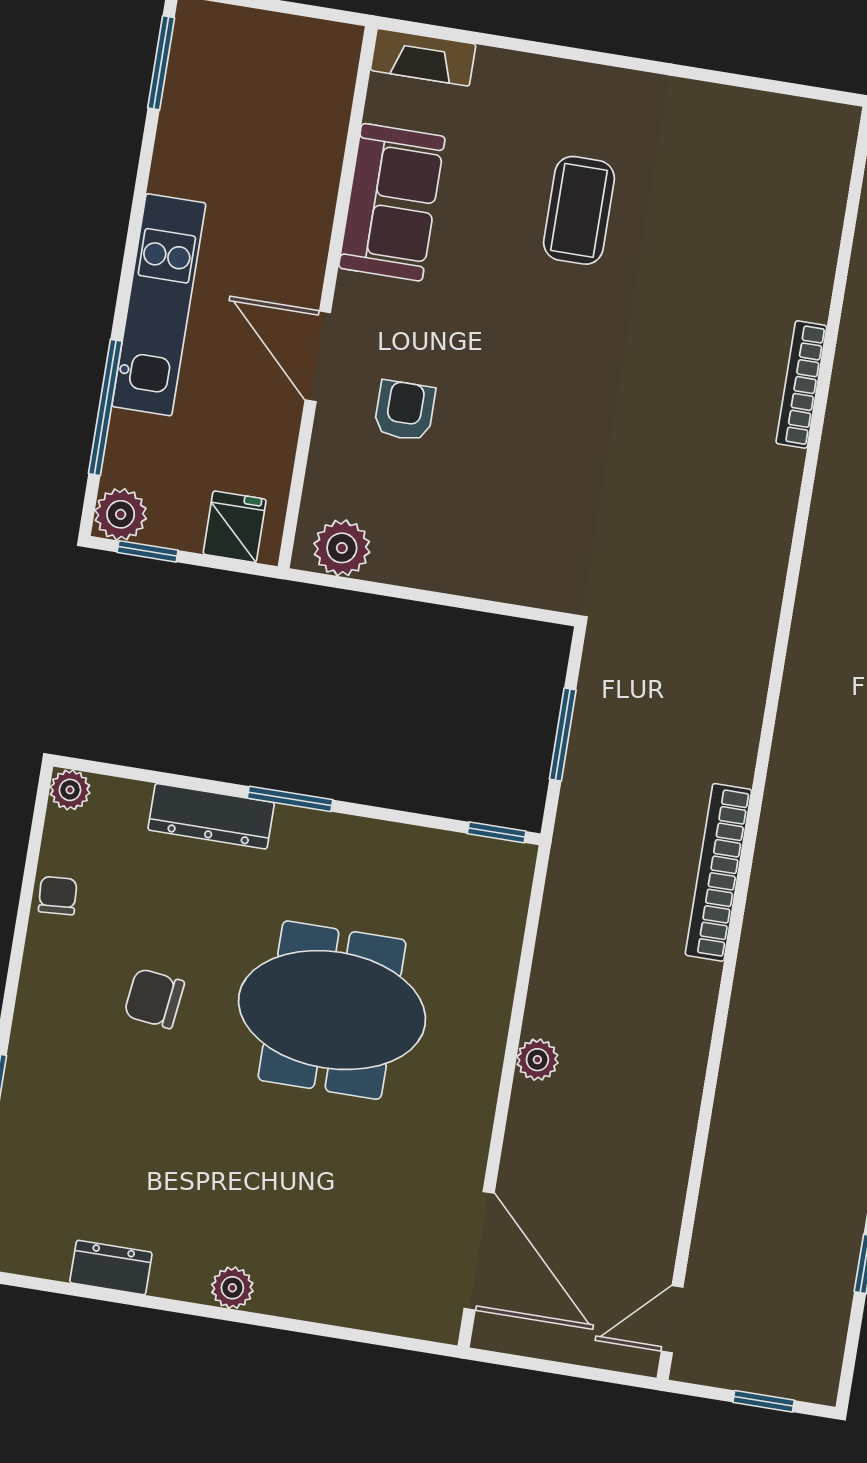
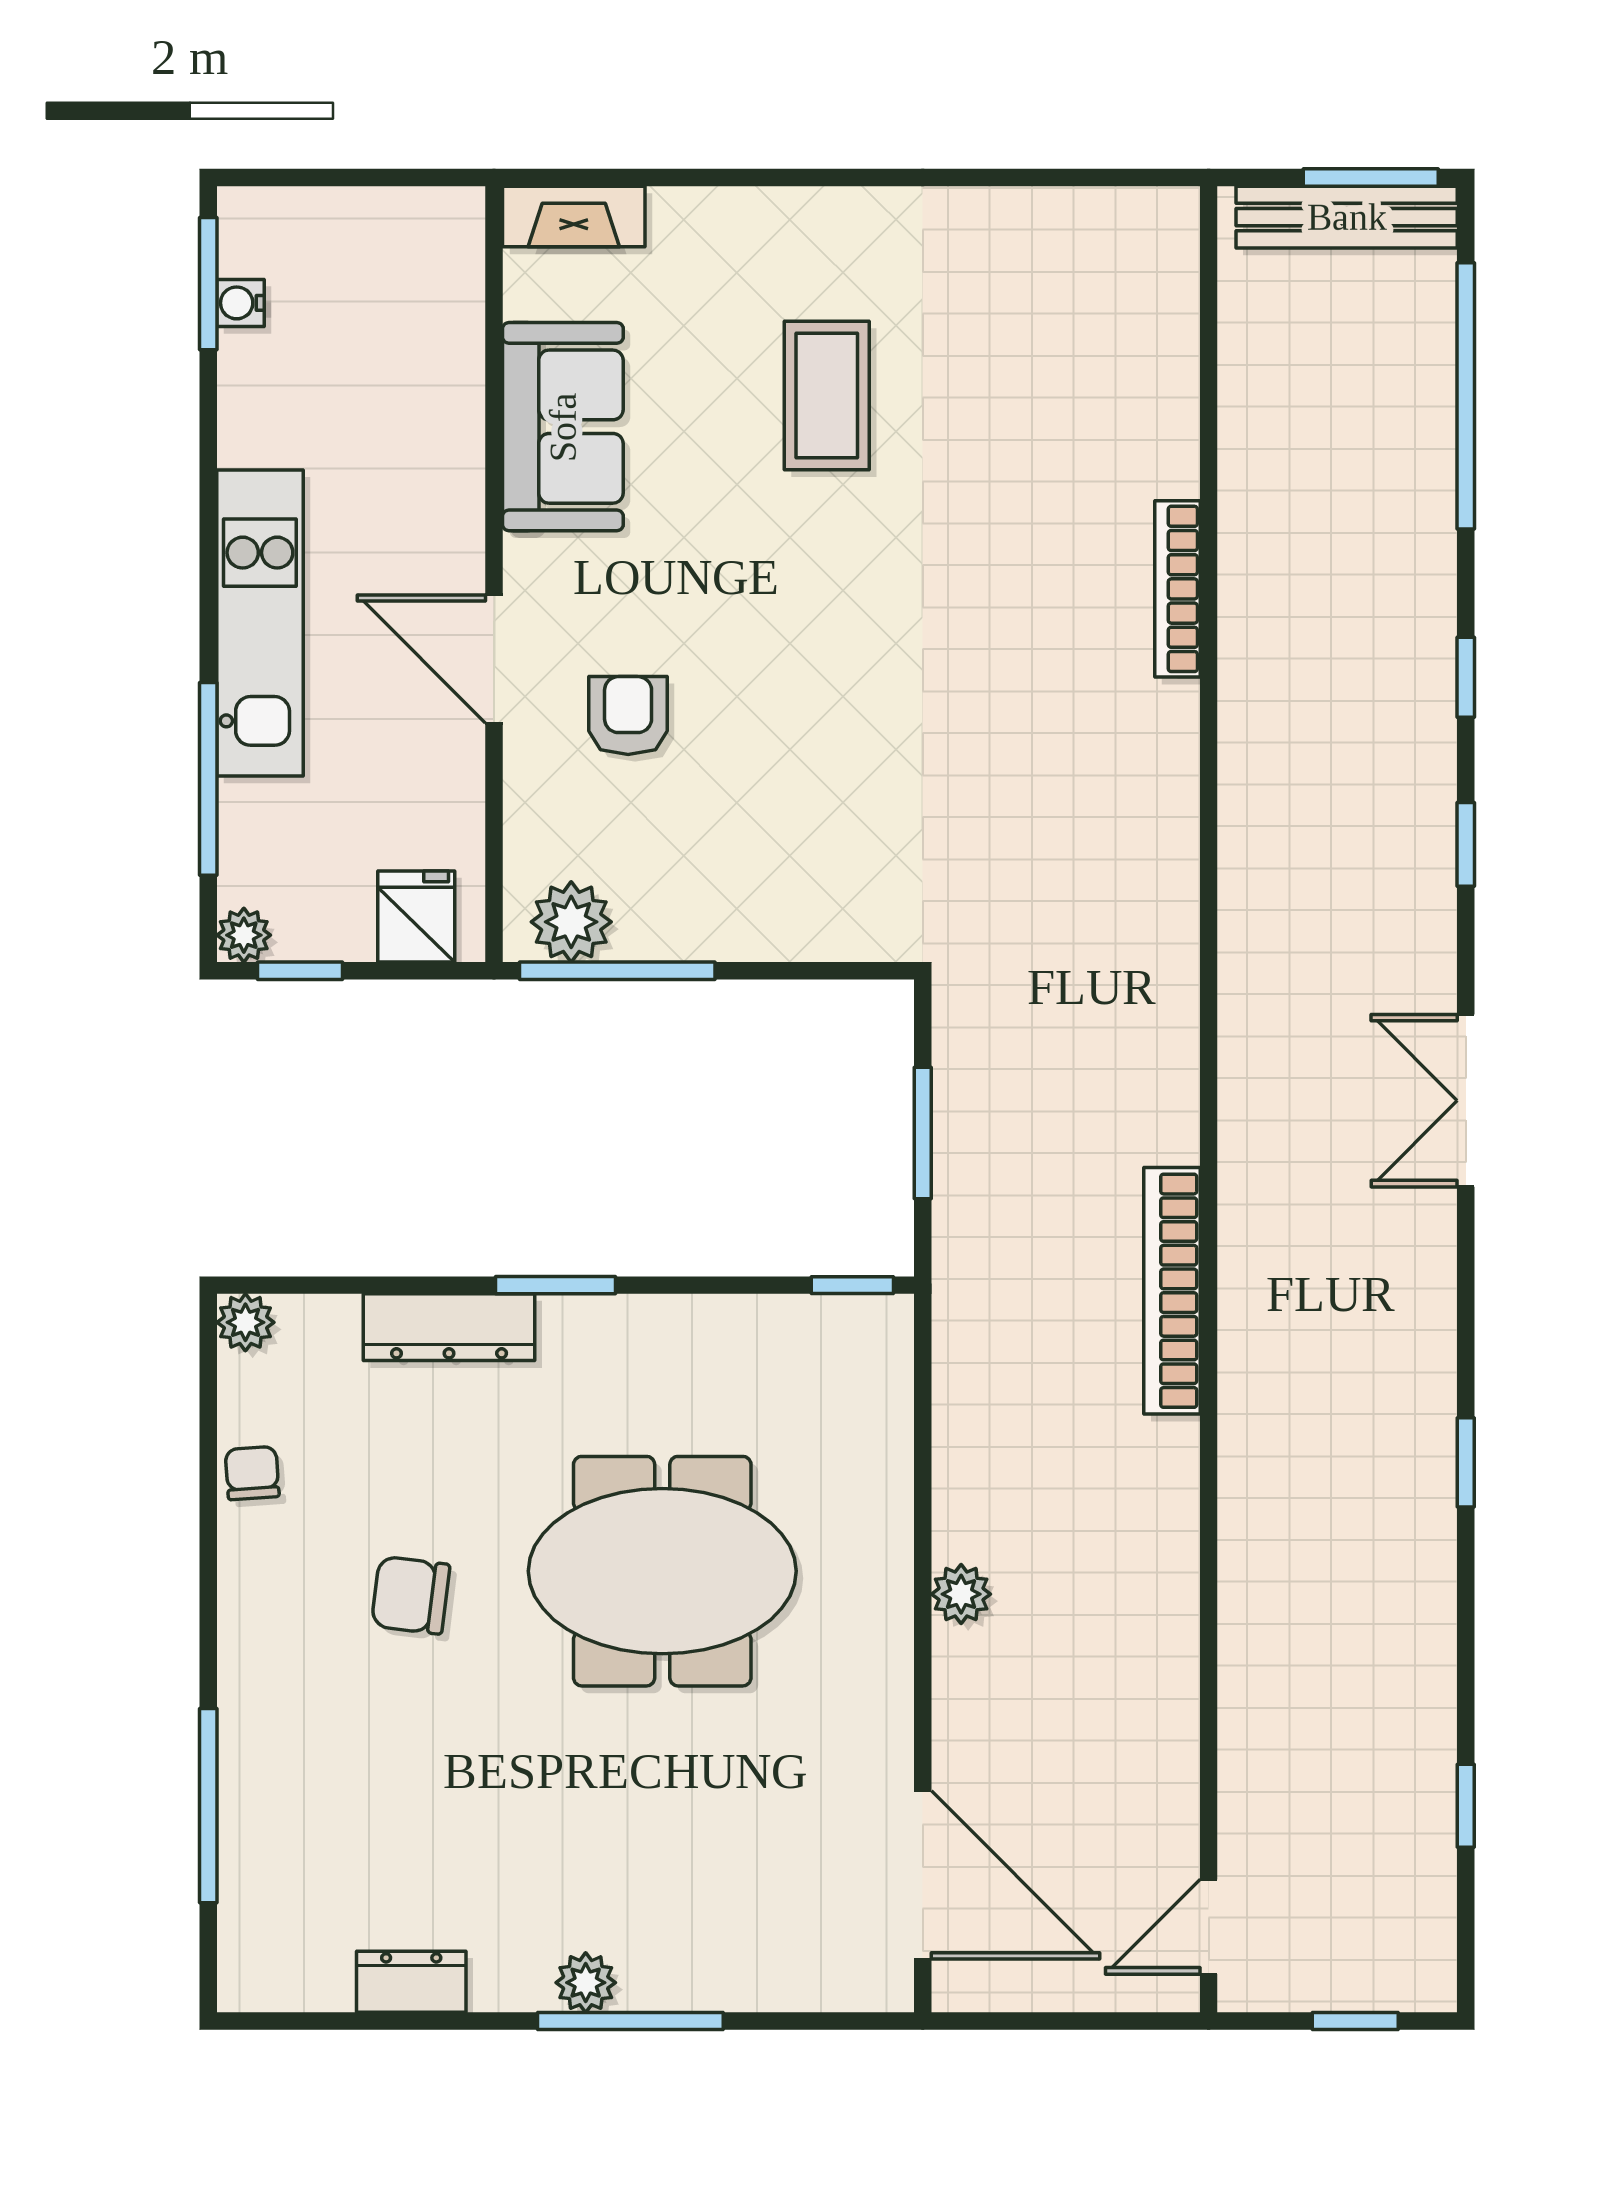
water cooler: (181, 80) -> (240, 303), added
plant: (121, 514) -> (244, 935), width x0.73, depth x0.73
window: (368, 587) -> (617, 971), added
window: (259, 1320) -> (630, 2021), added

